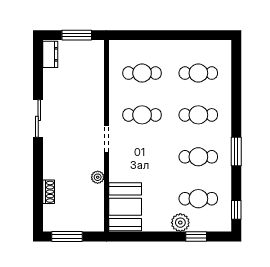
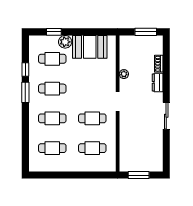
dresser: (50, 54) -> (158, 82), moved
booth: (125, 207) -> (90, 47), moved, turned 90
window: (236, 210) -> (25, 70), moved

